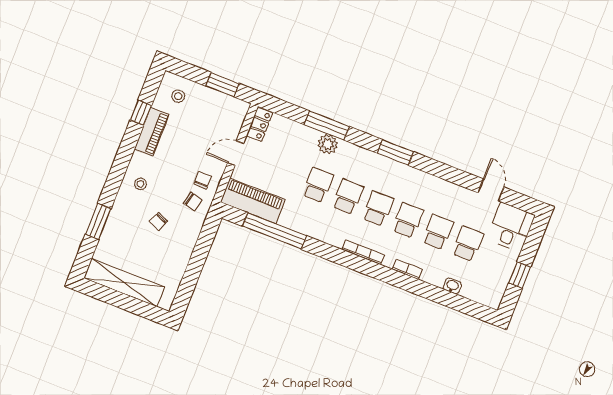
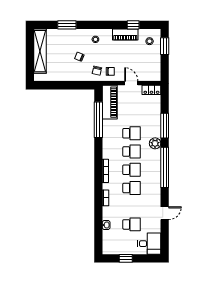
window: (222, 85) -> (165, 46), moved
plant: (328, 144) -> (155, 143), moved
window: (395, 152) -> (165, 167), width x2.11
door: (491, 190) -> (165, 213), moved
school desk: (438, 232) -> (132, 206), removed

